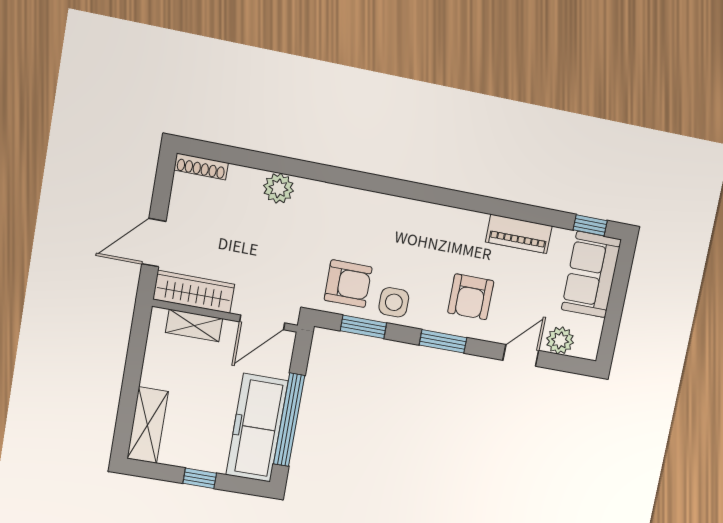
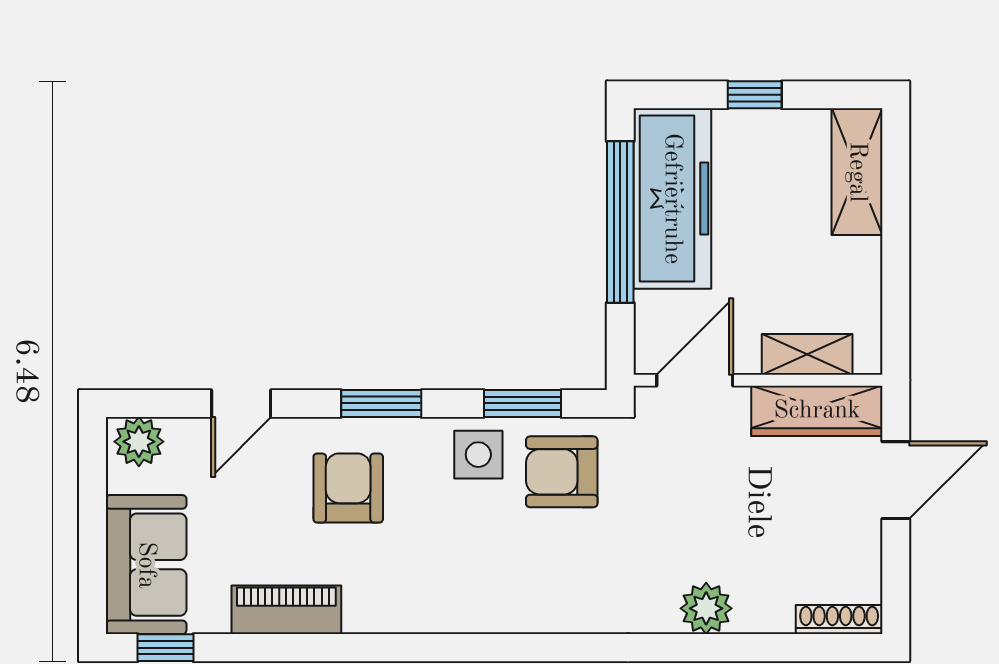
plant: (560, 340) -> (139, 442), moved

